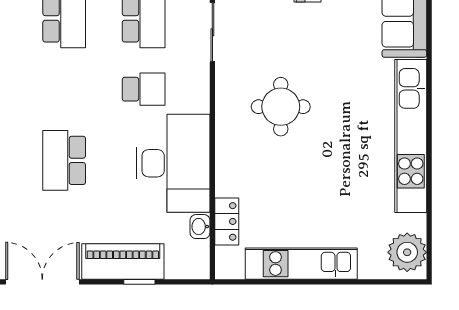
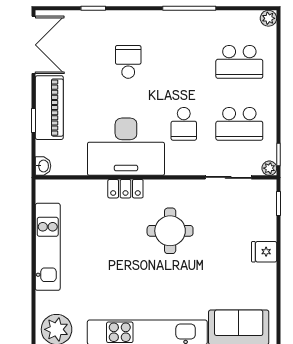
school desk: (64, 160) -> (128, 62), width x0.54
locker: (227, 221) -> (125, 189), moved
washbasin: (200, 227) -> (43, 166), moved, turned 90

